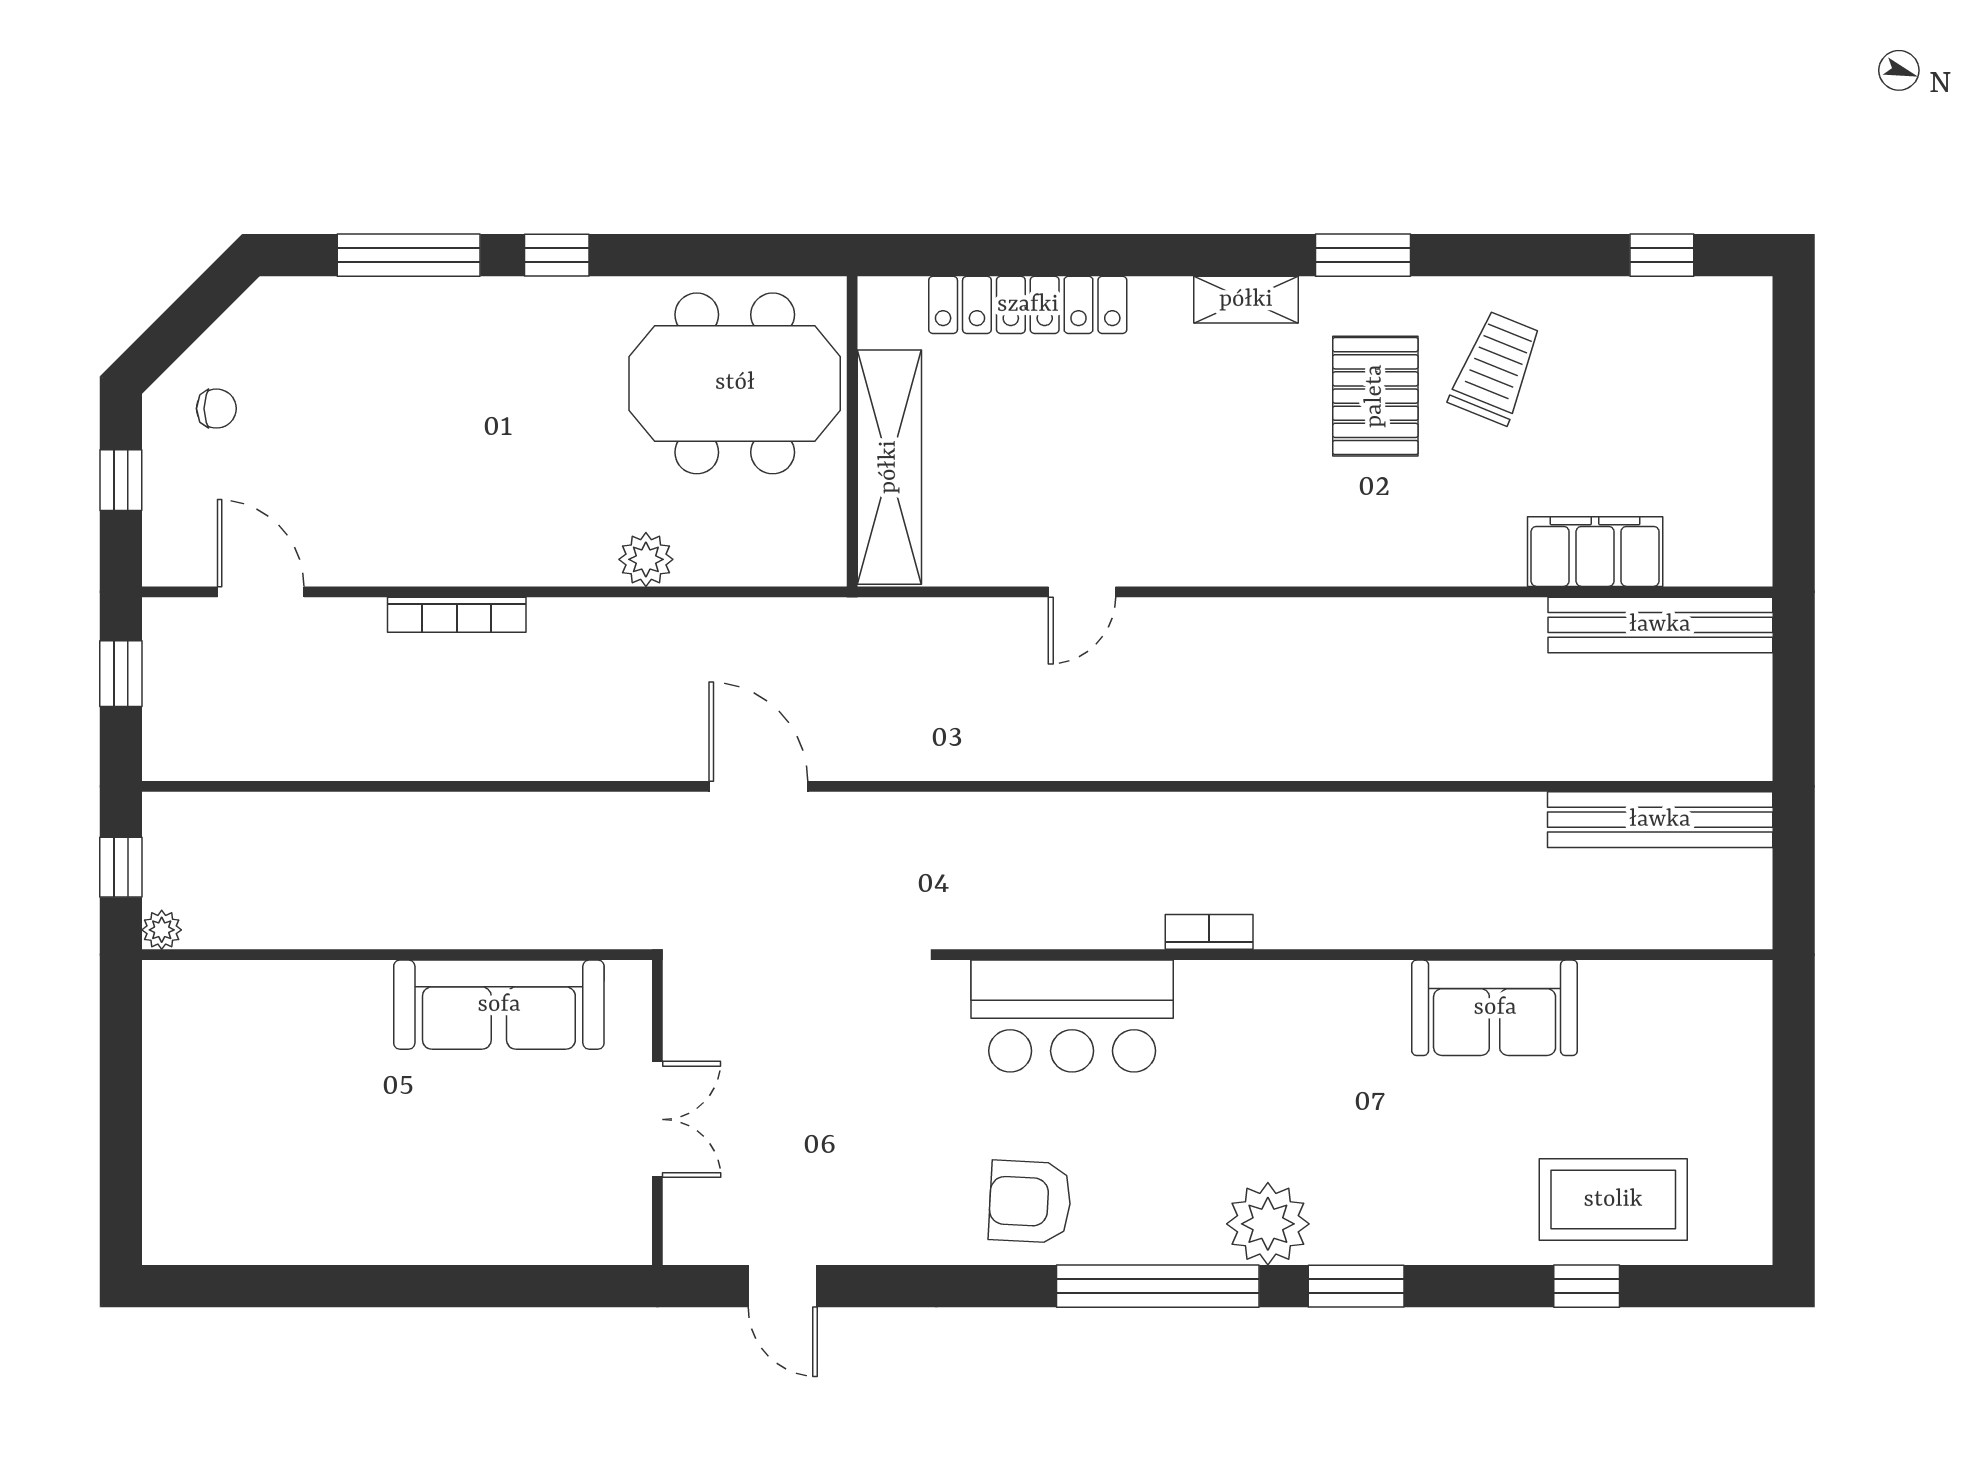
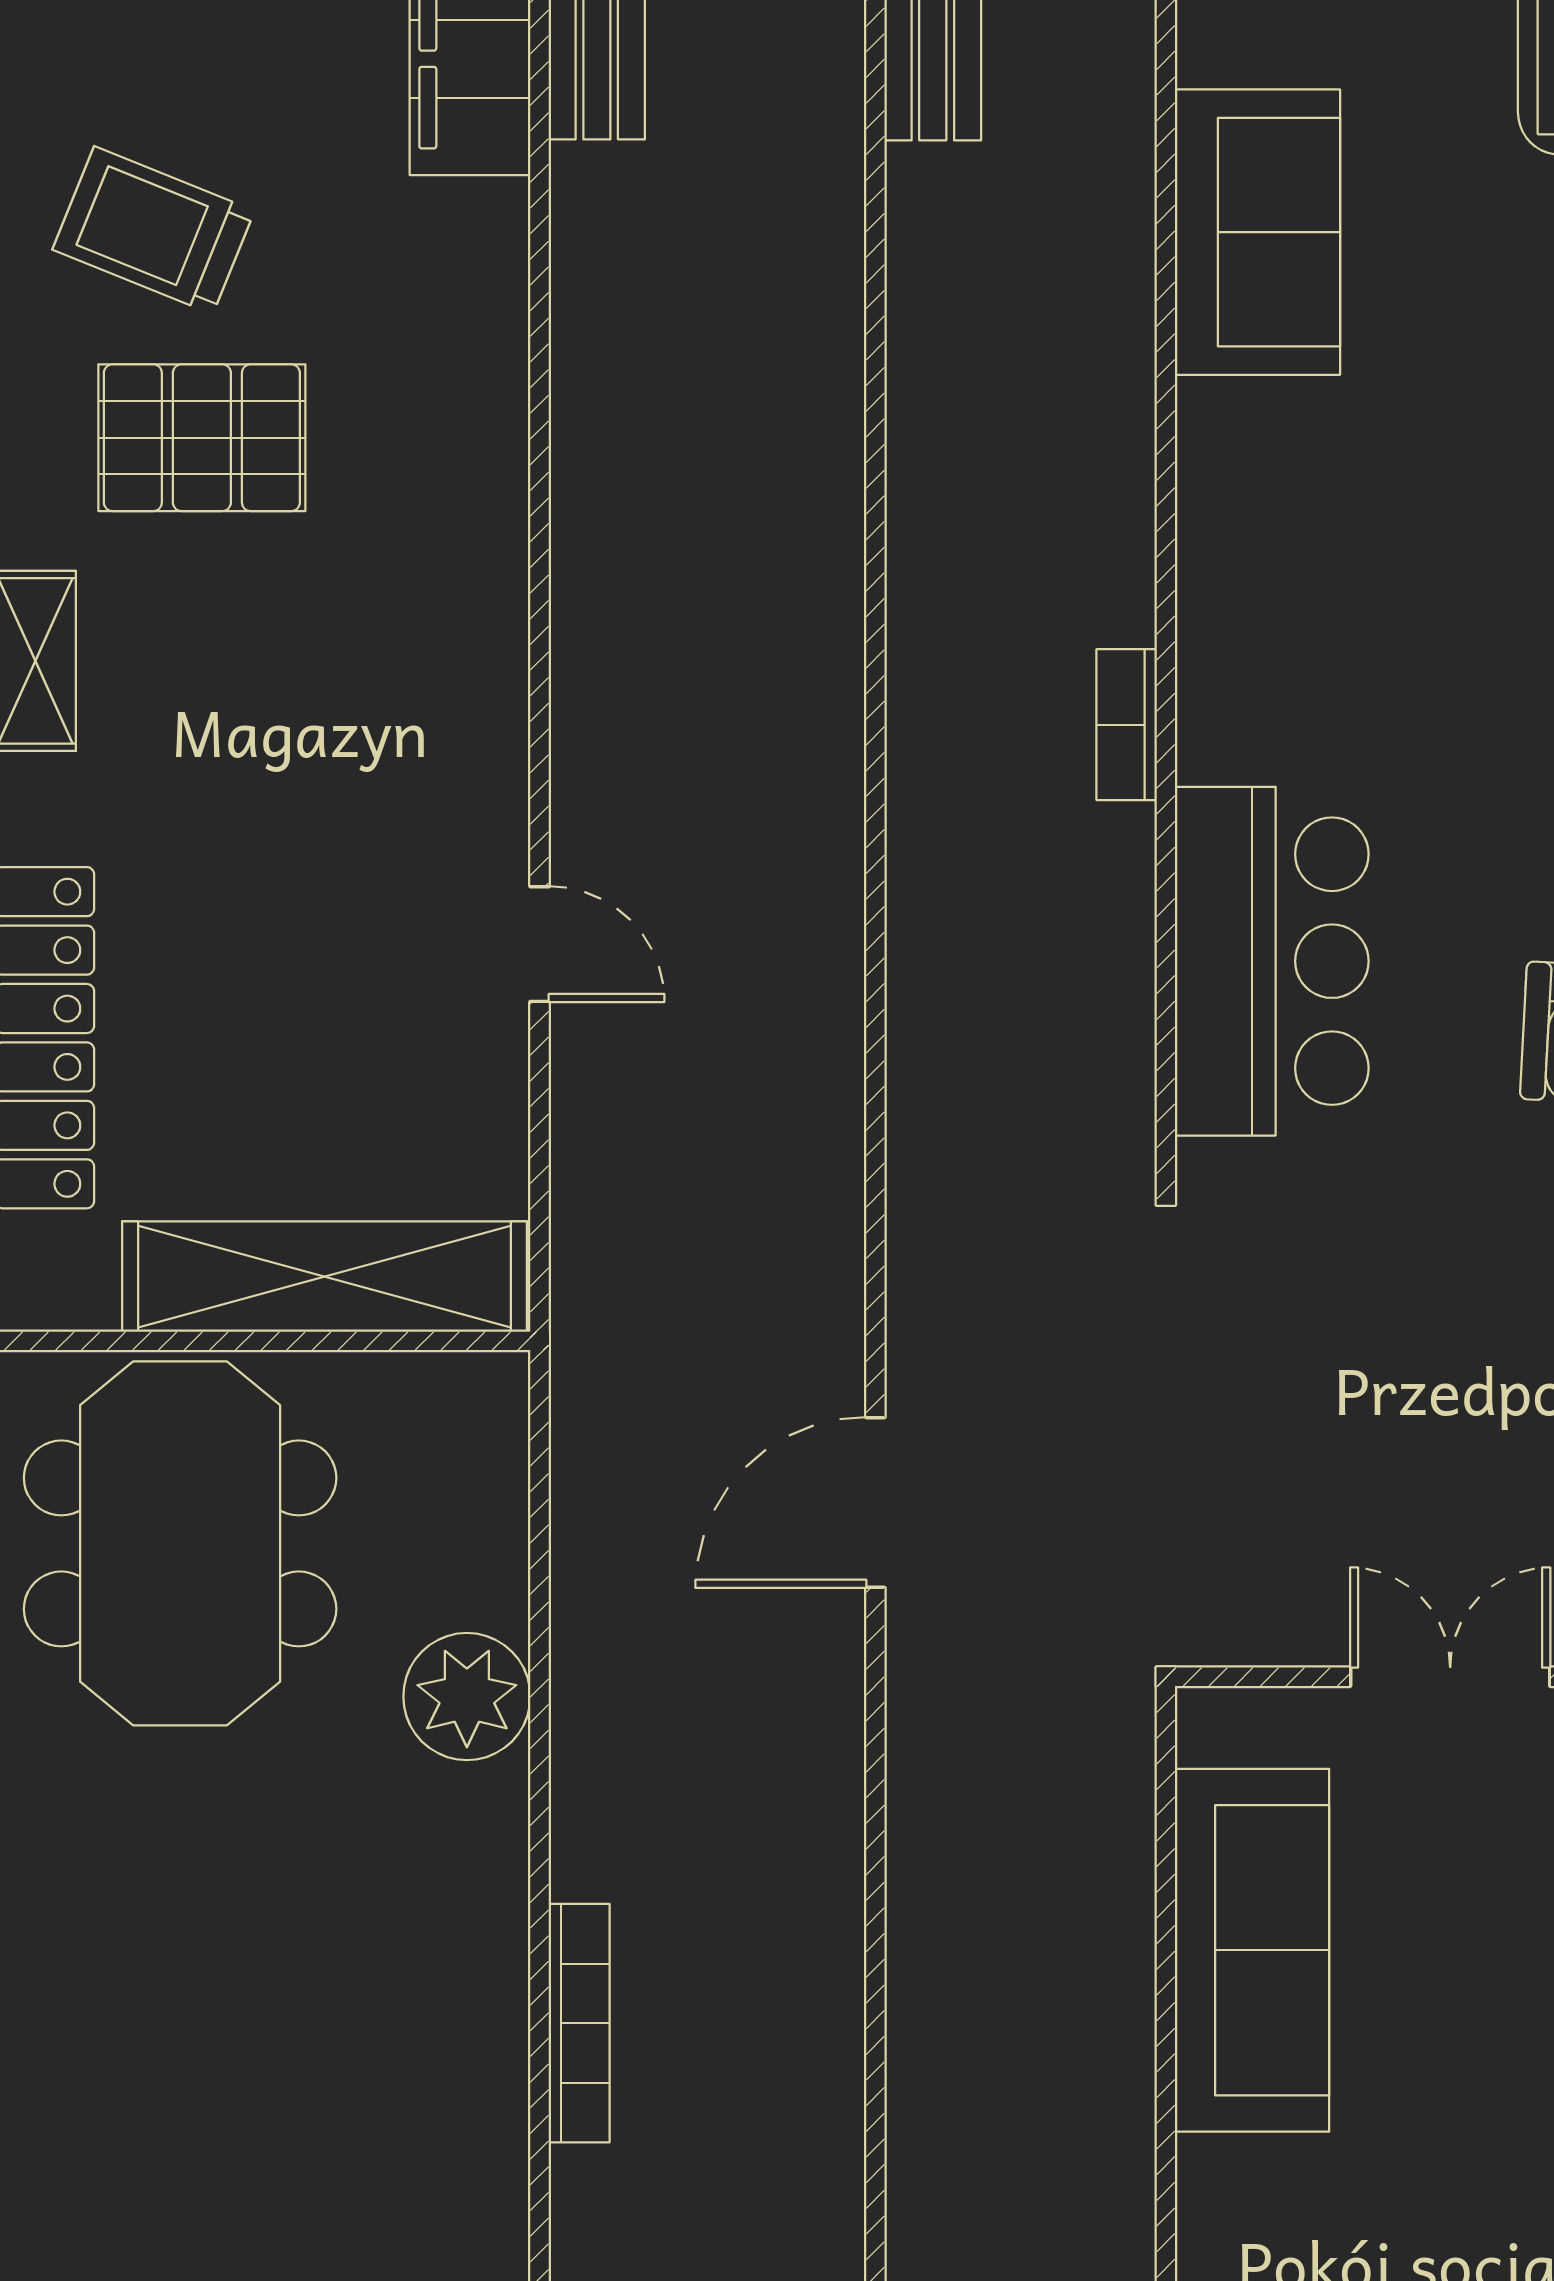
plant: (646, 559) -> (467, 1697), width x1.36, depth x1.36

